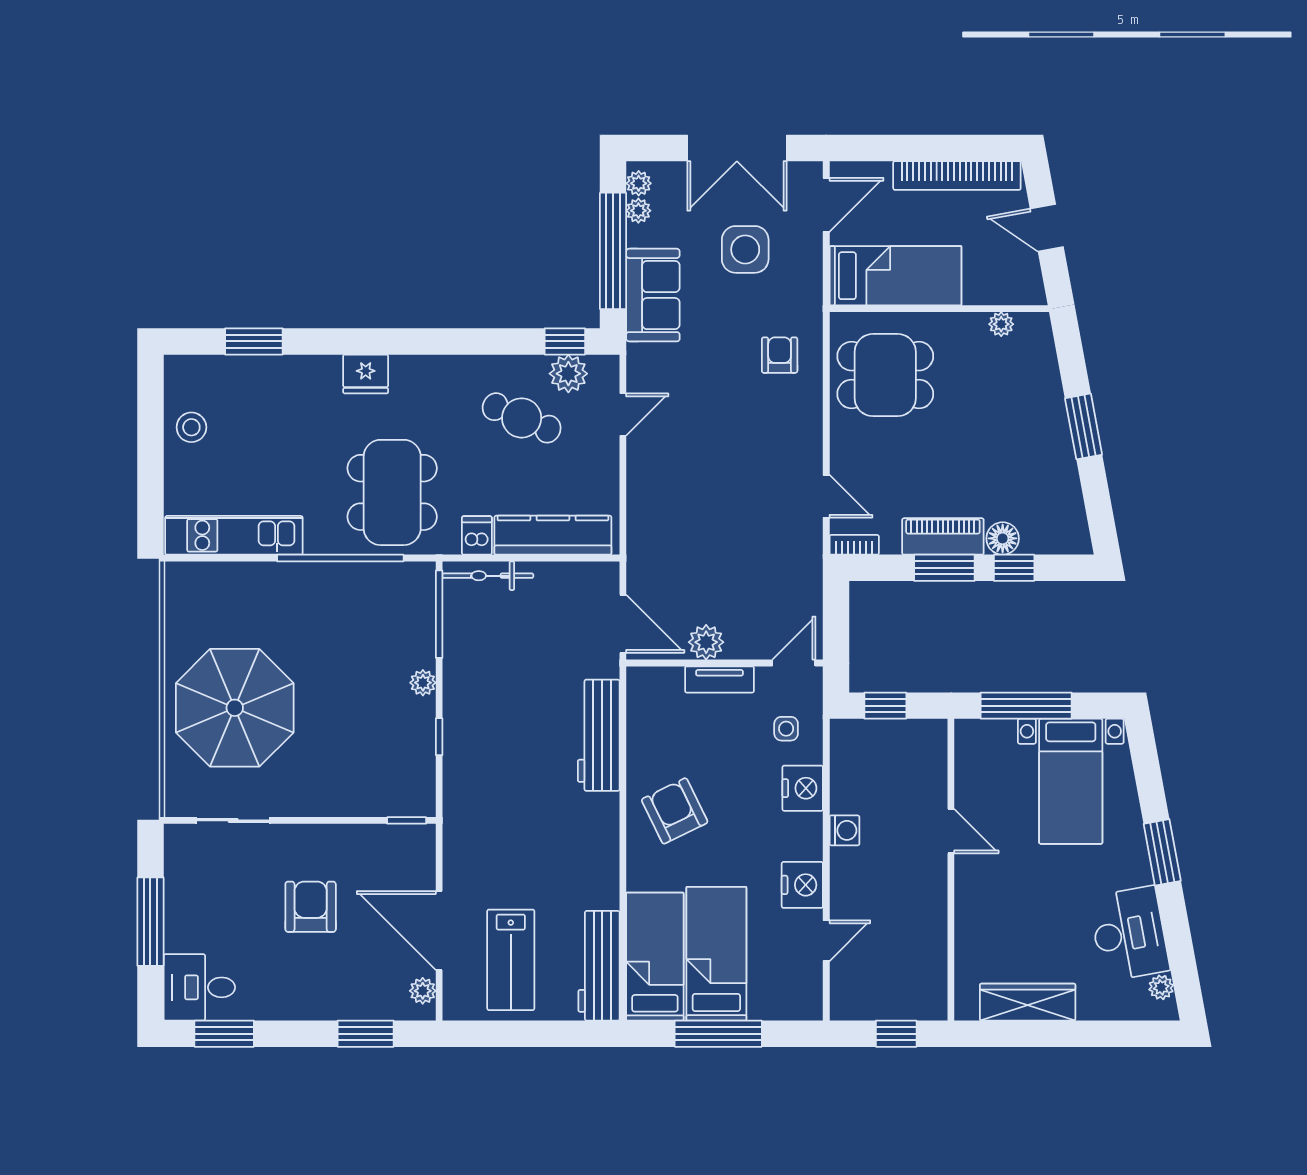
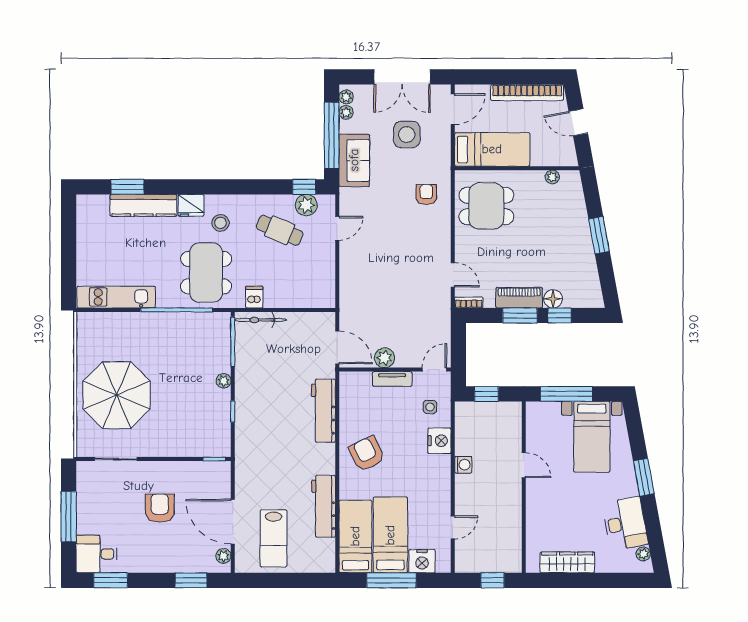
stool: (191, 427) -> (220, 223), moved
kitchen counter: (553, 535) -> (143, 205), moved, turned 180
nightstand: (802, 885) -> (422, 561), moved, turned 90
workbench: (599, 966) -> (324, 506), moved

